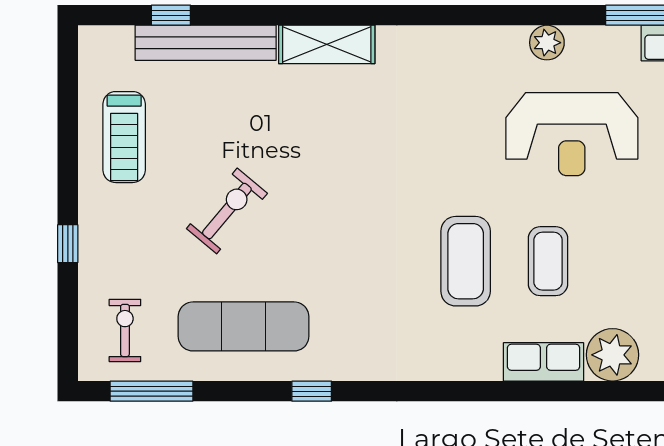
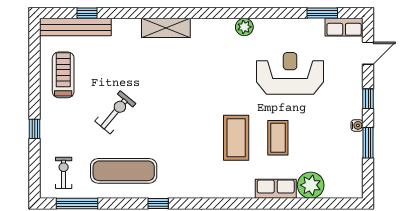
bench: (206, 43) -> (75, 27), moved
plant: (547, 43) -> (244, 27), moved
reception desk: (572, 134) -> (290, 73), turned 180
treadmill: (124, 137) -> (63, 75), turned 180

